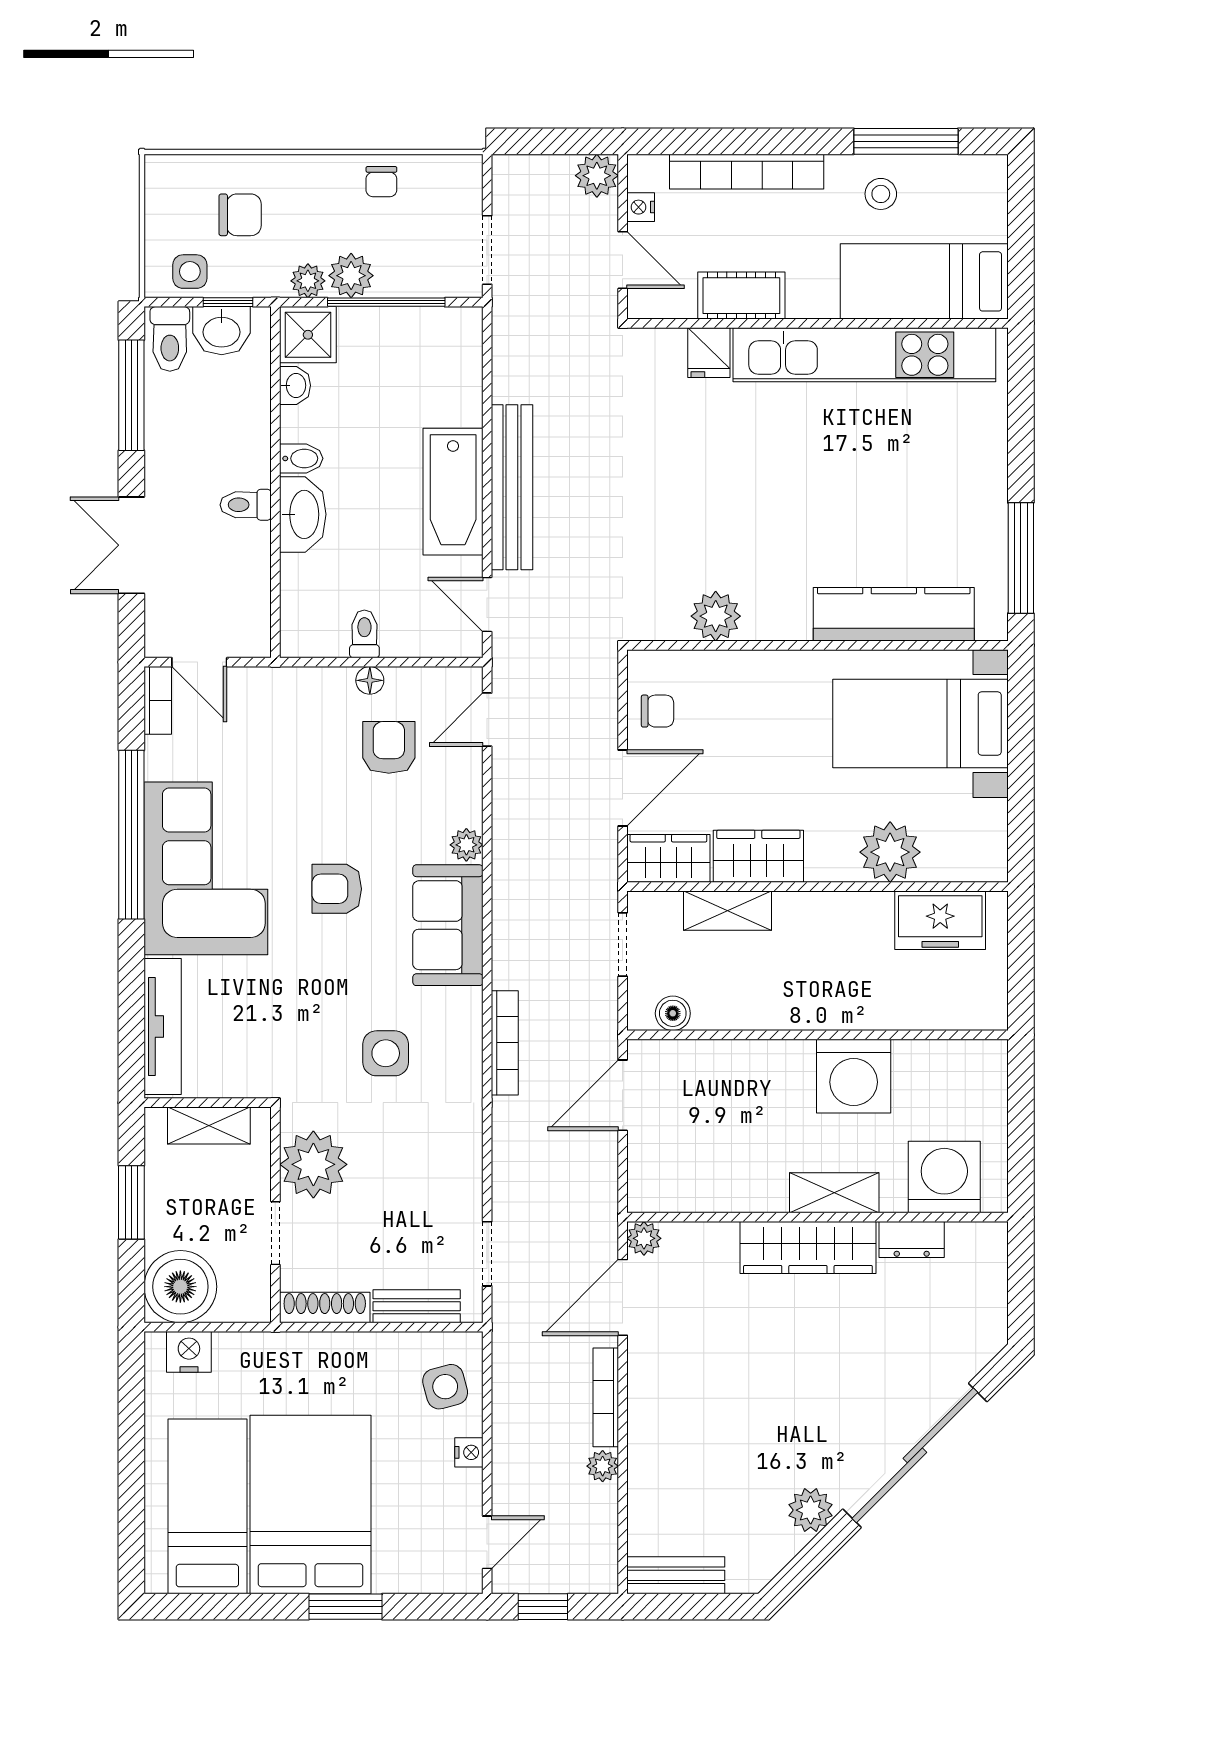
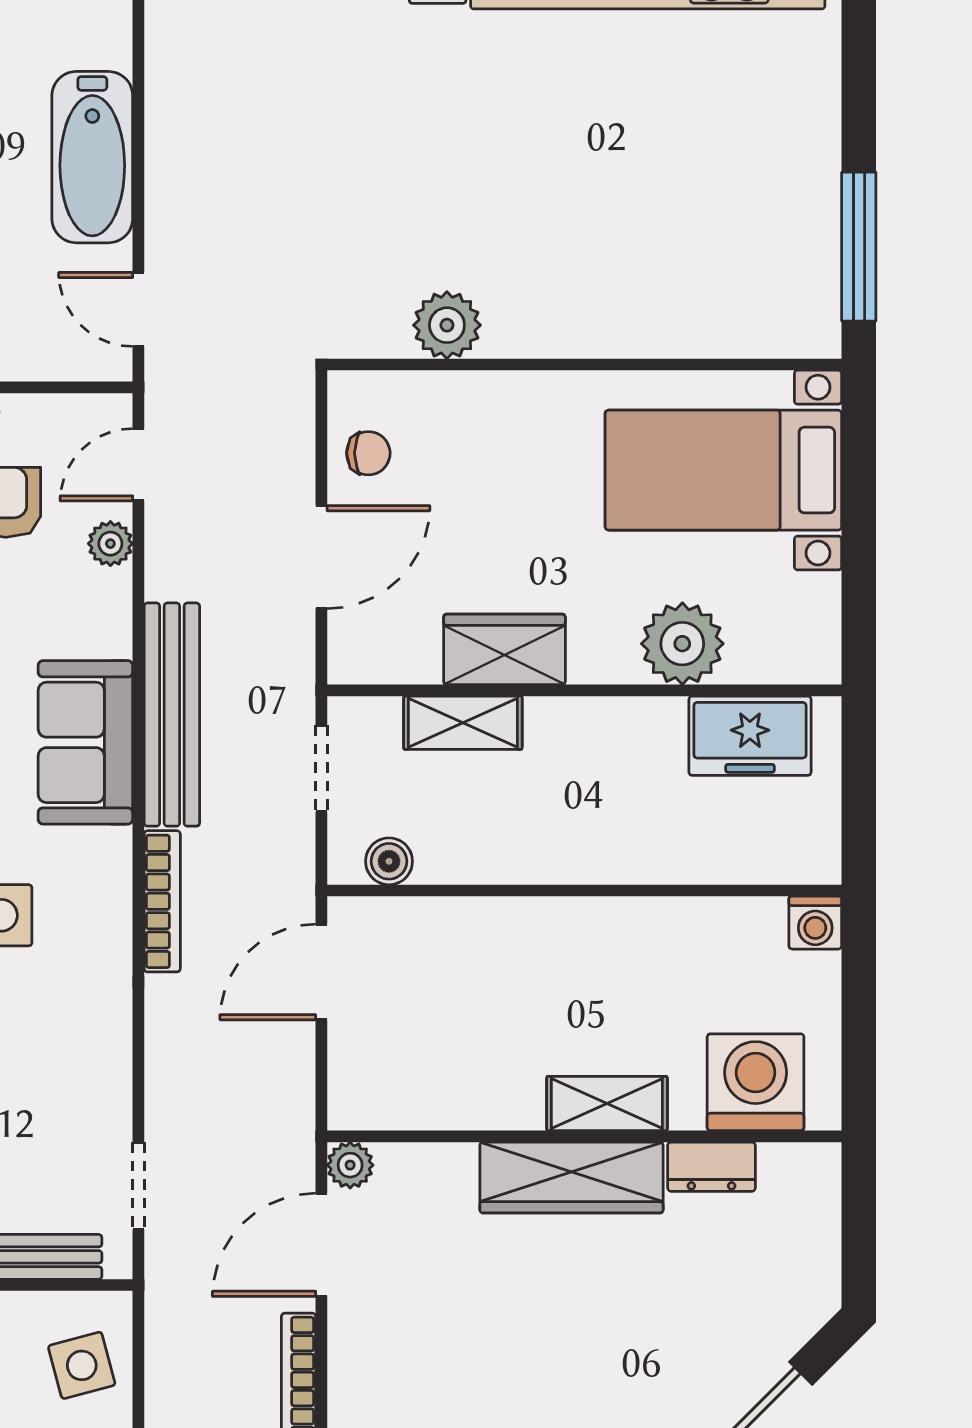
bench: (512, 487) -> (172, 715), moved
kitchen counter: (894, 614) -> (687, 323), removed
plant: (466, 845) -> (110, 544), moved
wardrobe: (668, 858) -> (383, 652), removed
washing machine: (854, 1076) -> (815, 923), moved, width x0.53, depth x0.53

